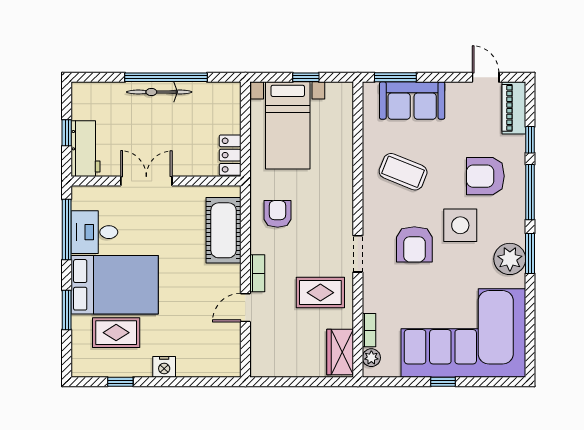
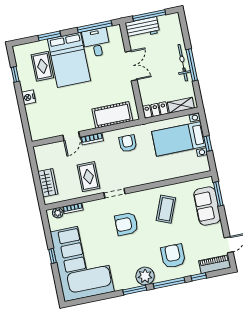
window: (166, 77) -> (192, 65), width x0.68
shelving: (231, 110) -> (181, 105), added
window: (67, 133) -> (149, 15), width x2.17
armchair: (278, 214) -> (128, 143), turned -90
side table: (460, 225) -> (142, 248), removed
plant: (510, 259) -> (145, 276), moved
door: (245, 308) -> (71, 136), swing flipped
wardrobe: (340, 352) -> (48, 183), moved, turned 90

